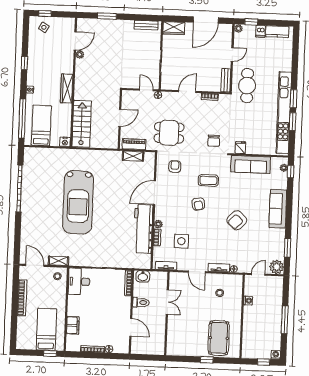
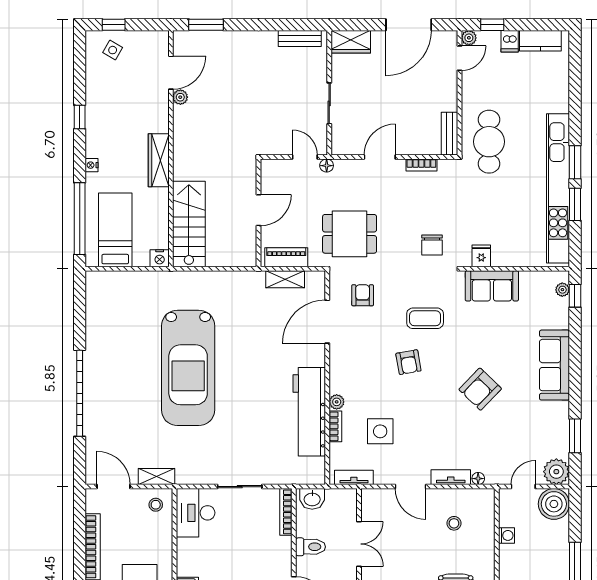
window: (107, 16) -> (206, 25), moved
door: (232, 55) -> (460, 58), moved
sofa: (251, 164) -> (492, 286), width x0.73
garage door: (19, 189) -> (80, 393), moved
door: (154, 193) -> (327, 322), moved
boiler: (275, 284) -> (554, 504), added

